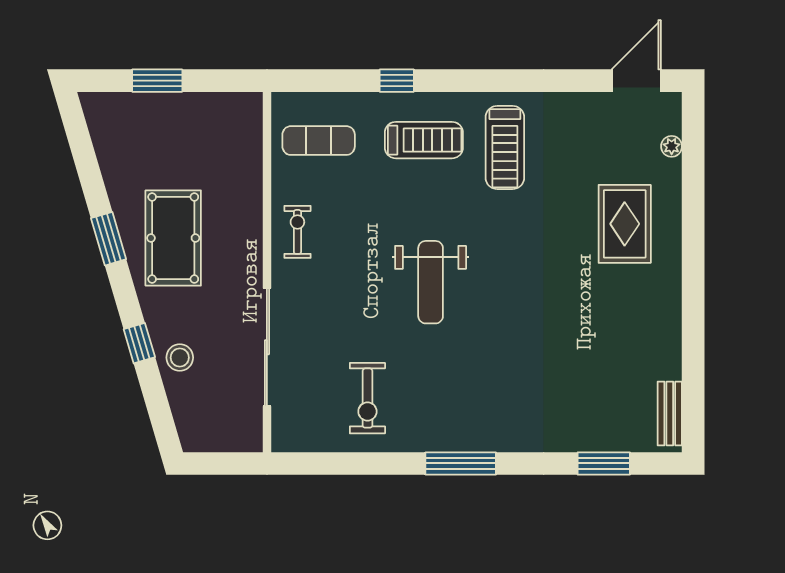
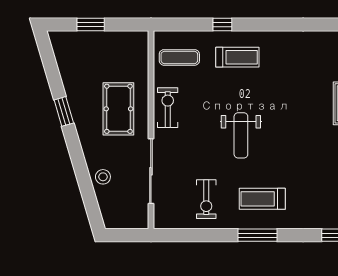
treadmill: (505, 147) -> (262, 199), moved, turned 90
exercise bike: (297, 232) -> (168, 108), width x1.38, depth x1.39
pool table: (173, 238) -> (118, 109), moved
window: (139, 343) -> (81, 169), removed

